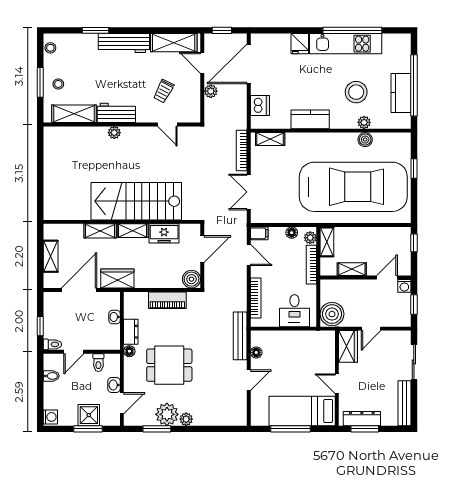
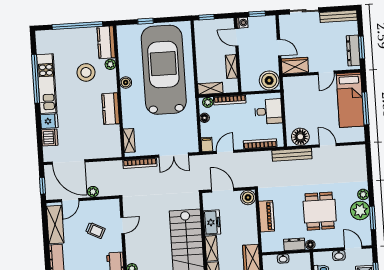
kitchen counter: (401, 93) -> (106, 42), moved, turned 90
dishwasher: (260, 106) -> (50, 138), moved, turned 90
boiler: (365, 140) -> (126, 83), moved
floor lamp: (256, 352) -> (300, 137), width x1.89, depth x1.89

